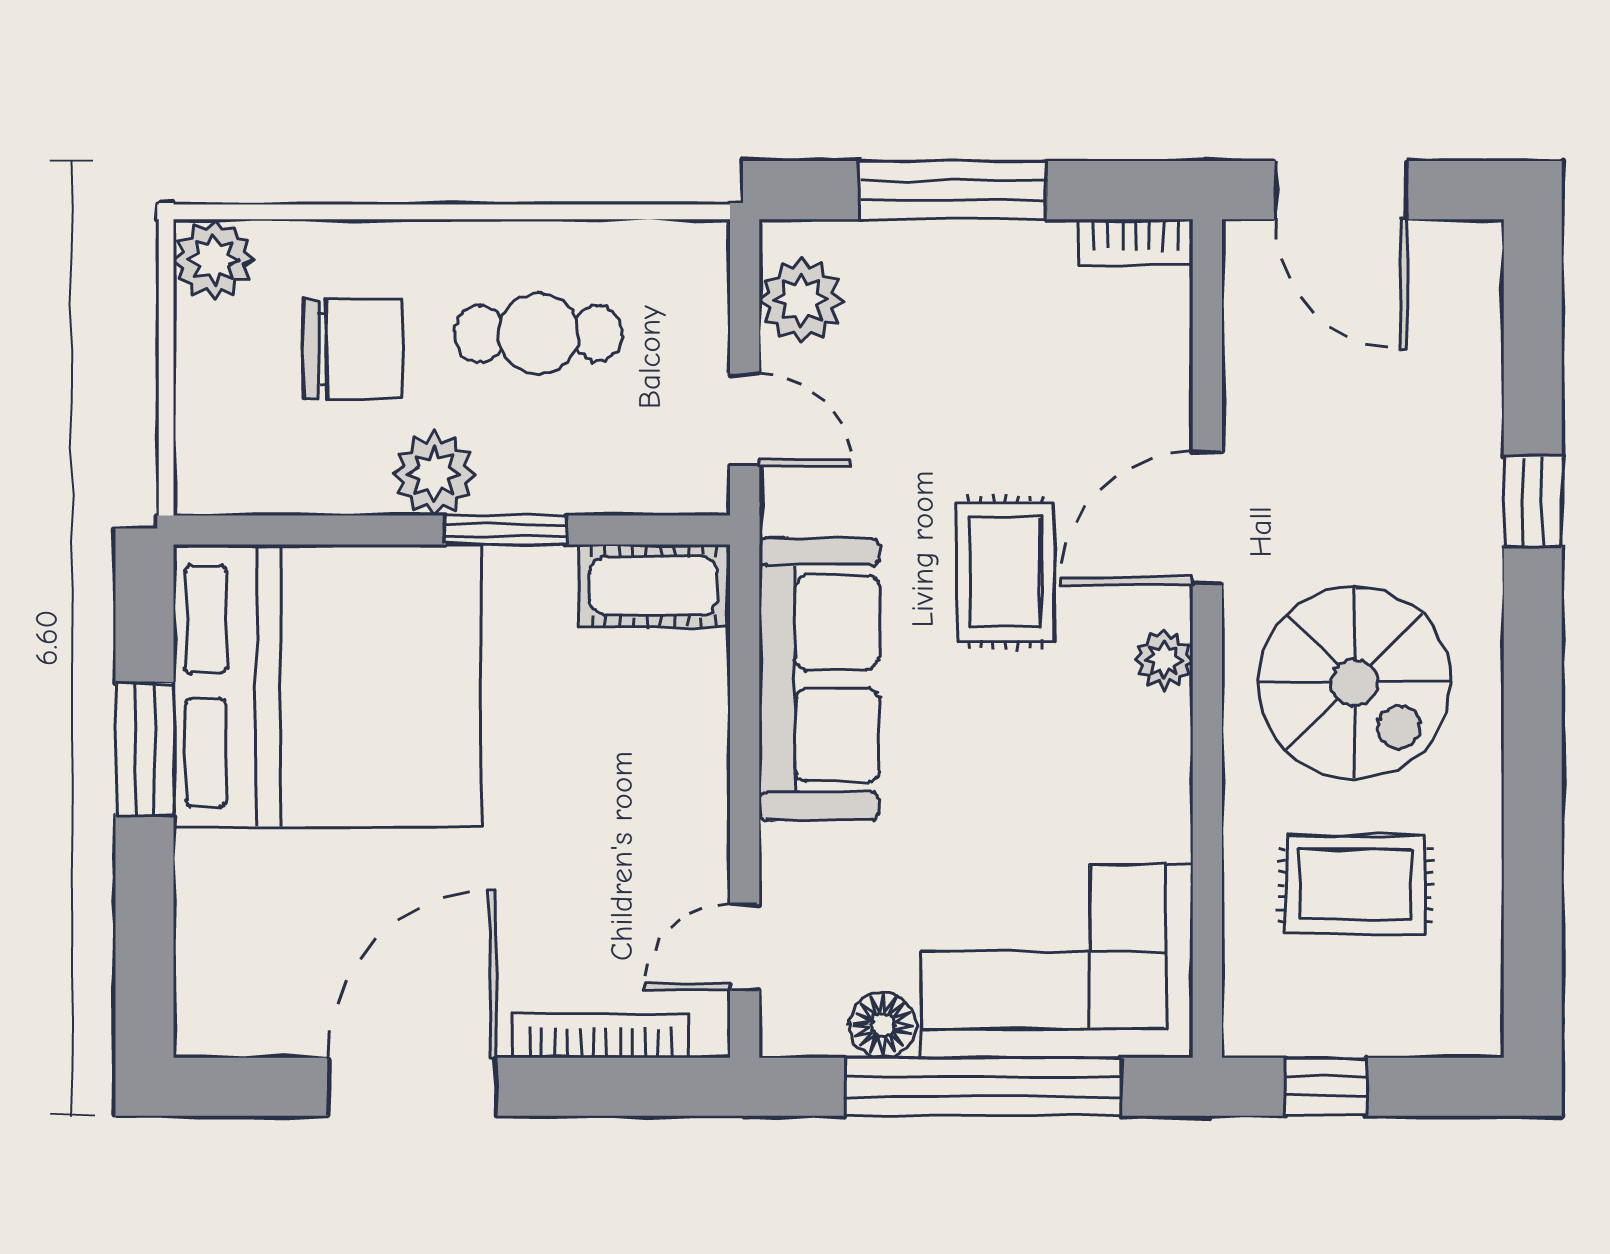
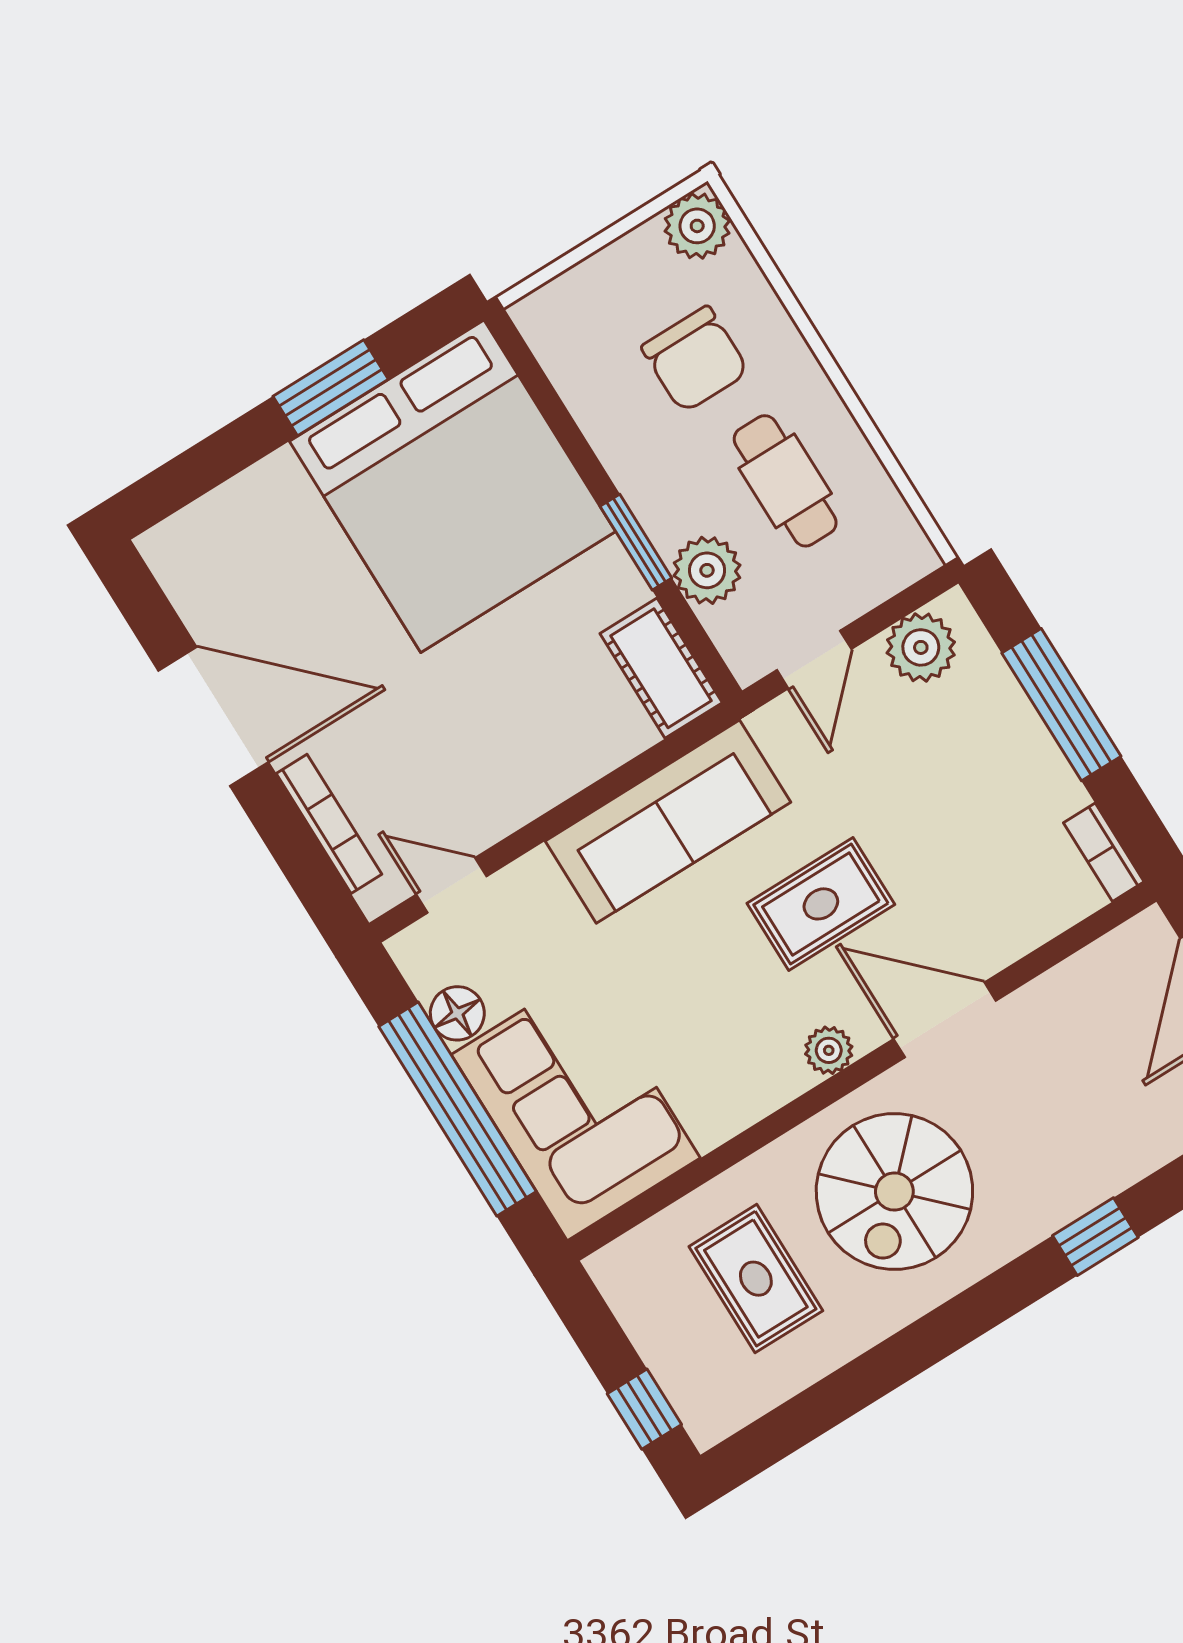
plant: (434, 474) -> (707, 570), moved
window: (1325, 1087) -> (644, 1409), moved

